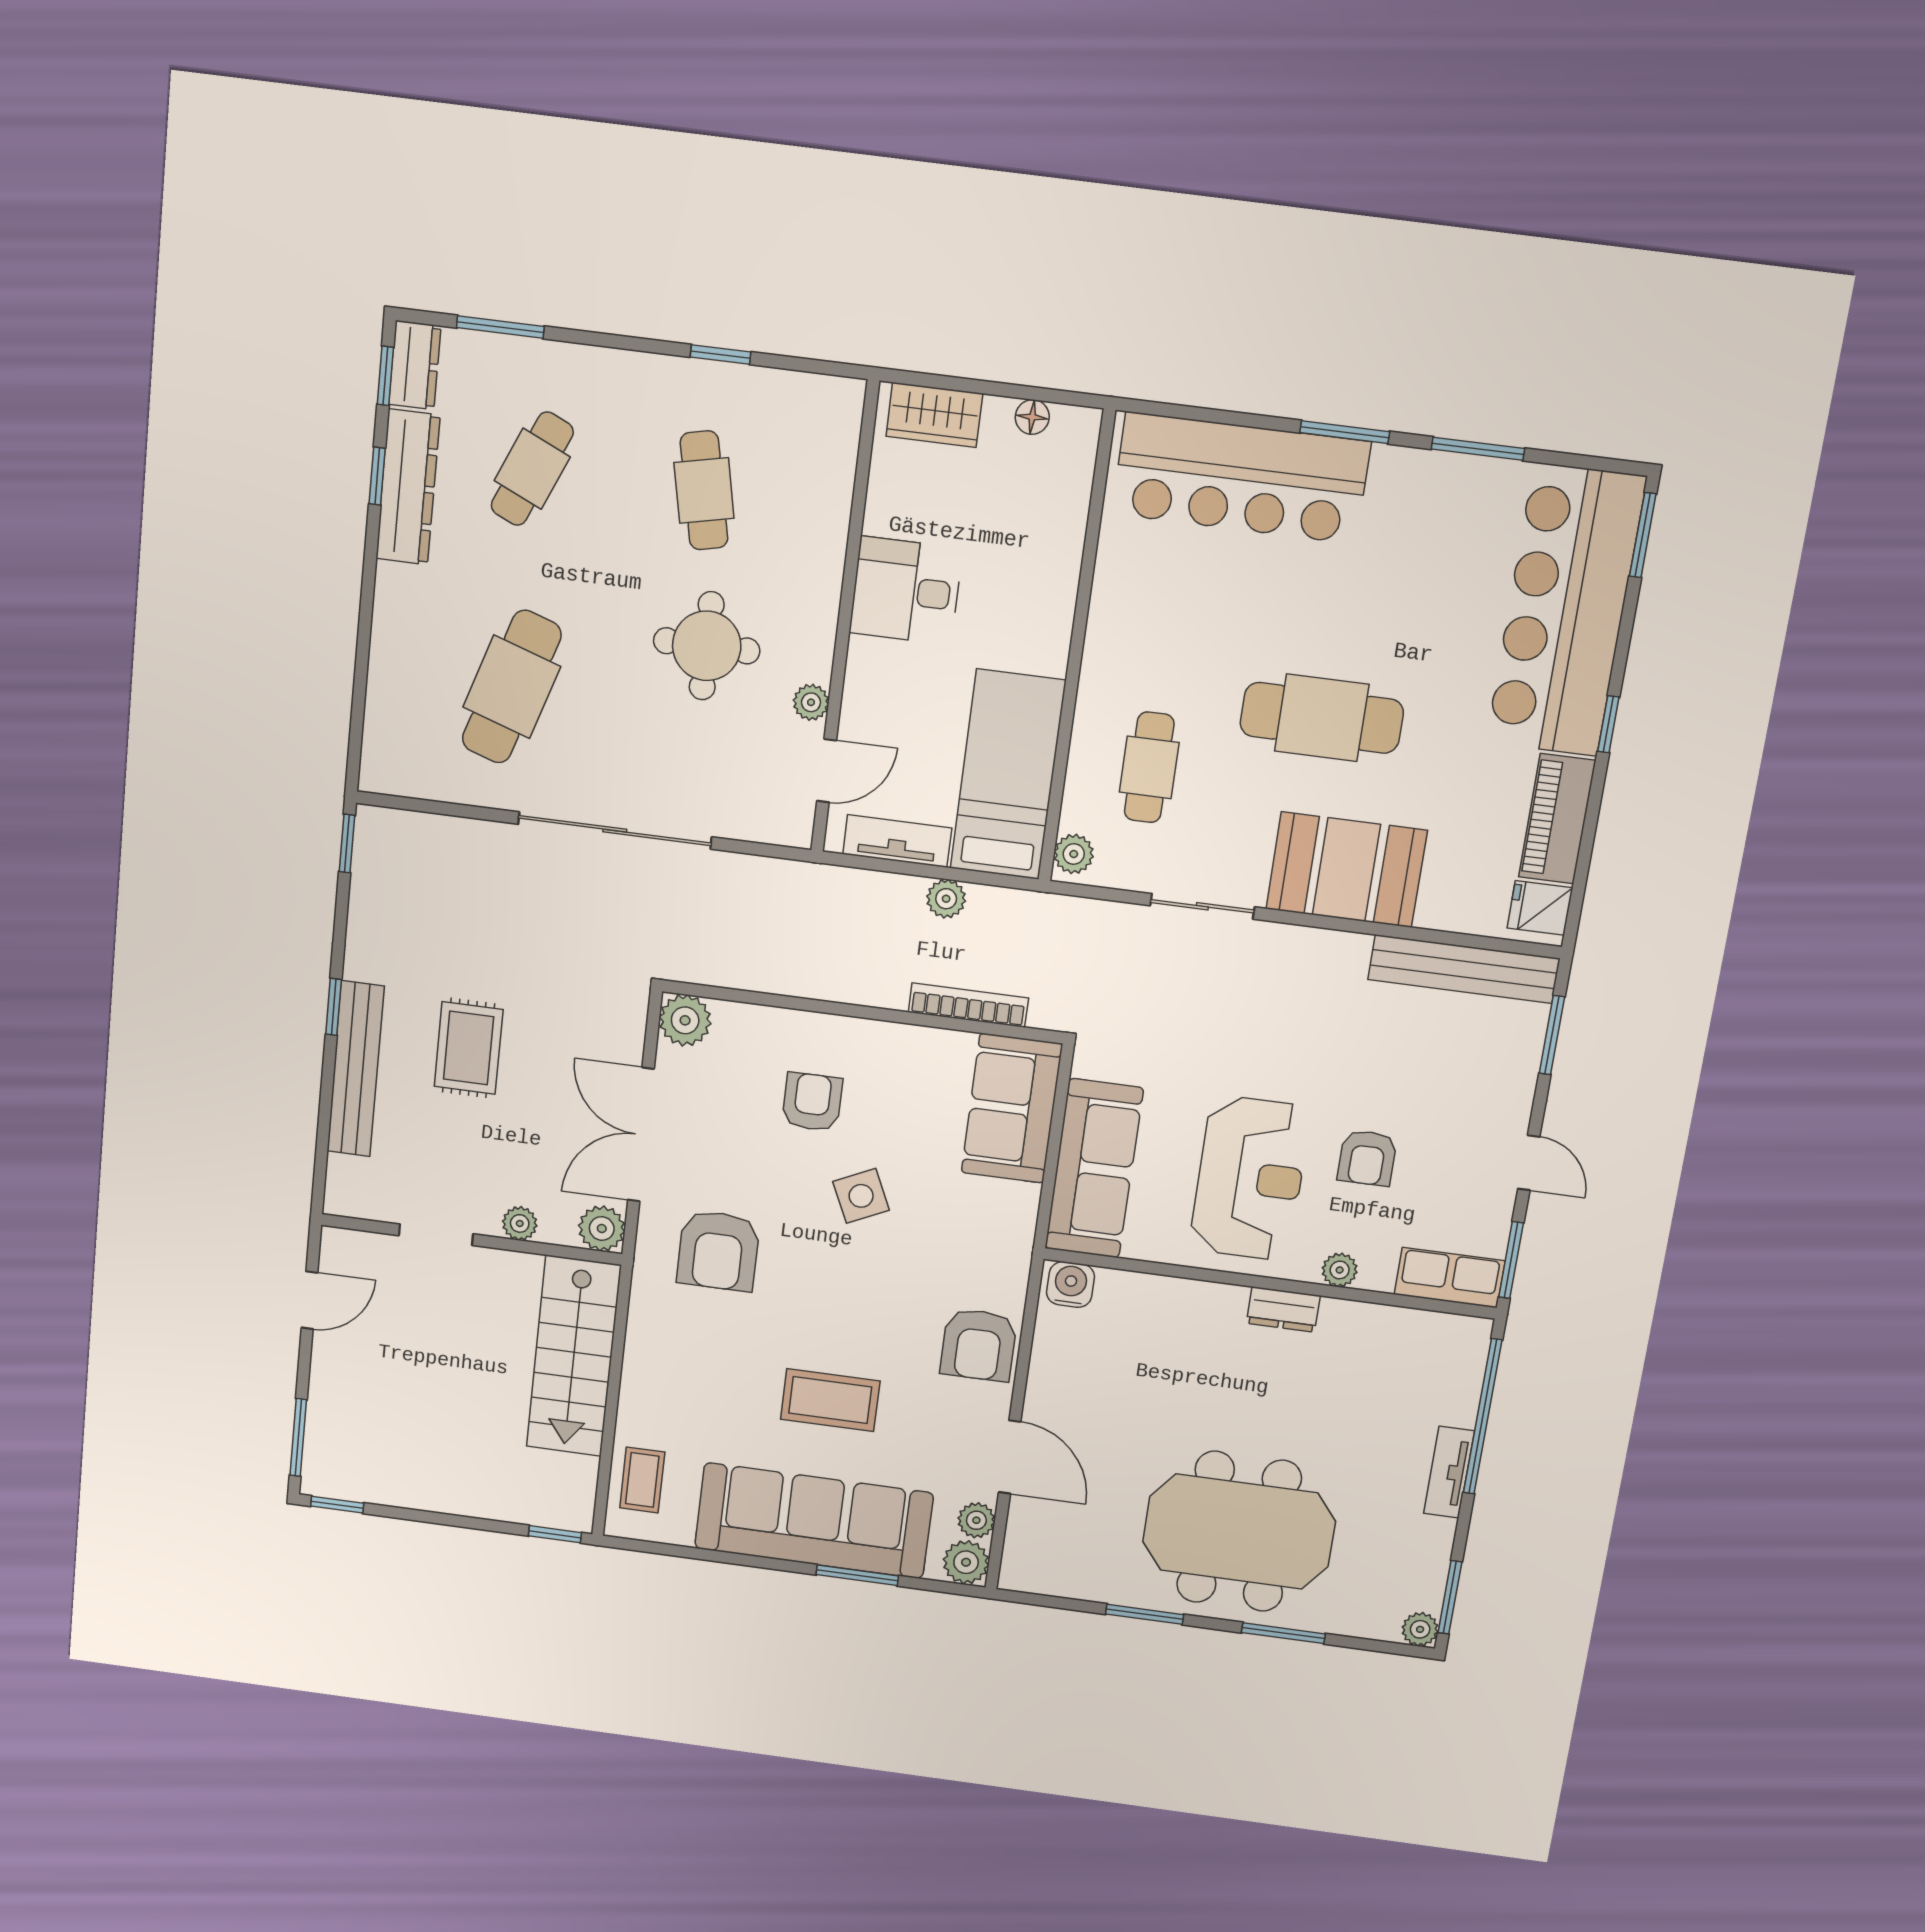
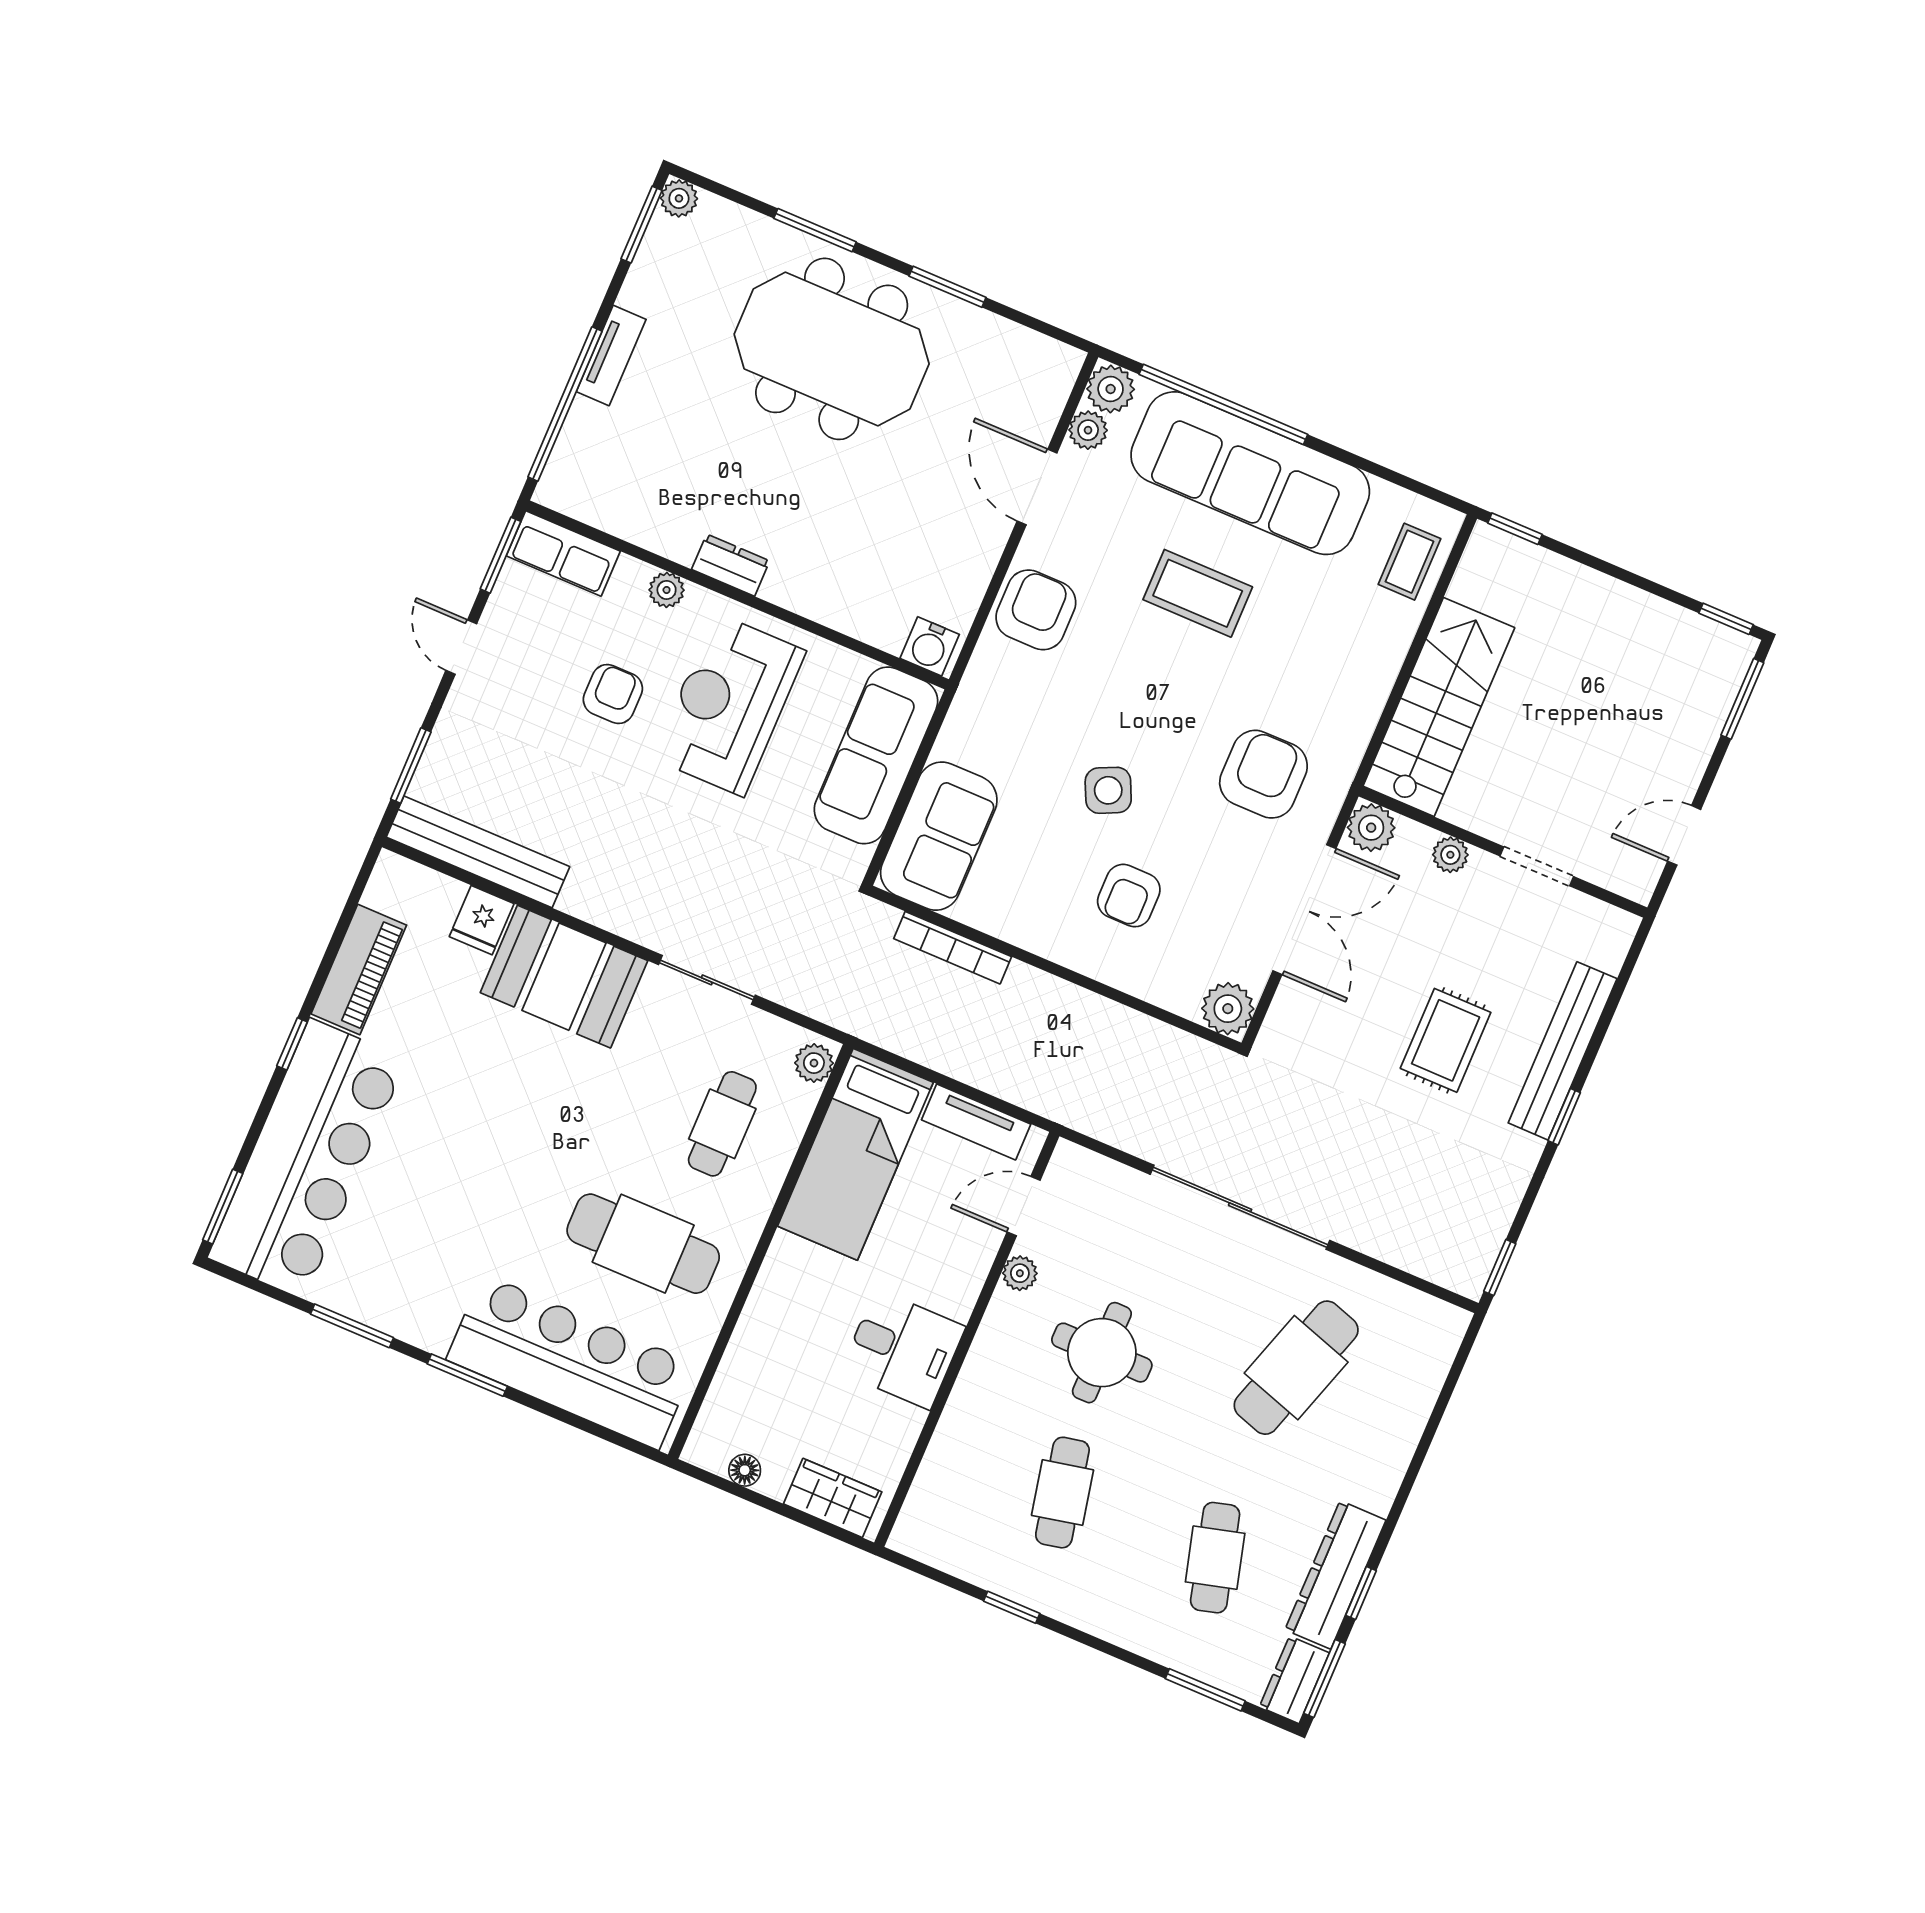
window: (385, 376) -> (1325, 1679), width x1.50
cafe table: (532, 469) -> (1215, 1558), turned -39
cafe table: (1322, 718) -> (643, 1244), moved
plant: (946, 899) -> (945, 1055), removed
fridge: (1540, 908) -> (482, 920), moved, turned 90
window: (857, 1575) -> (1223, 404), width x2.11

